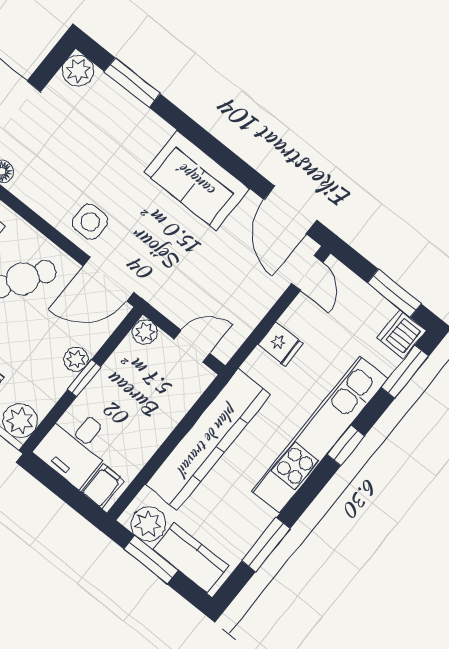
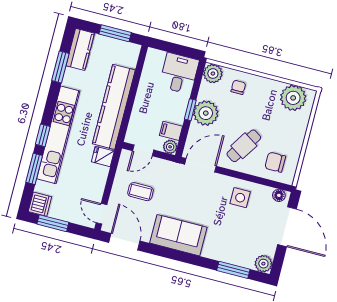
side table: (90, 222) -> (240, 198), moved
coffee table: (227, 280) -> (141, 192), added
fridge: (280, 344) -> (103, 156), moved
plant: (76, 359) -> (206, 113), width x1.88, depth x1.88
window: (405, 372) -> (34, 169), moved
filing cabinet: (102, 486) -> (171, 131), moved, turned 90
plant: (148, 524) -> (125, 51), removed
kitchen counter: (191, 558) -> (80, 49), moved, turned -90

